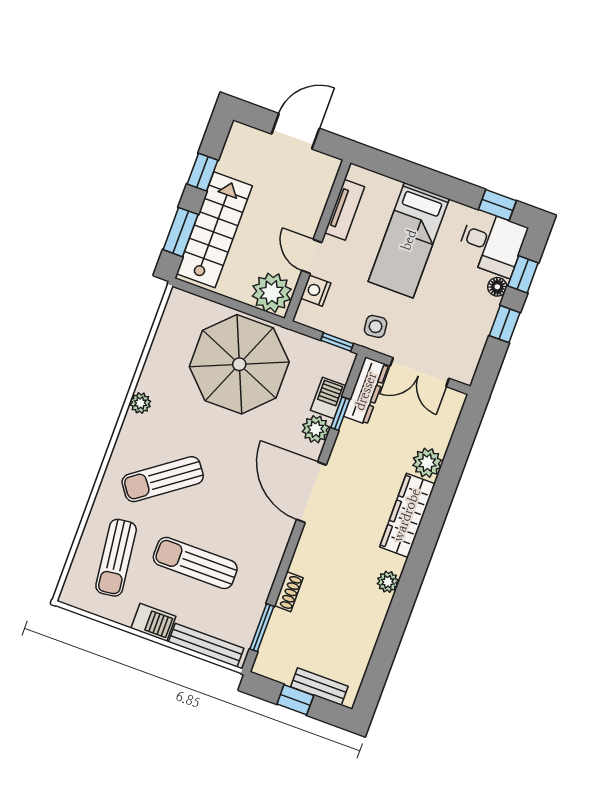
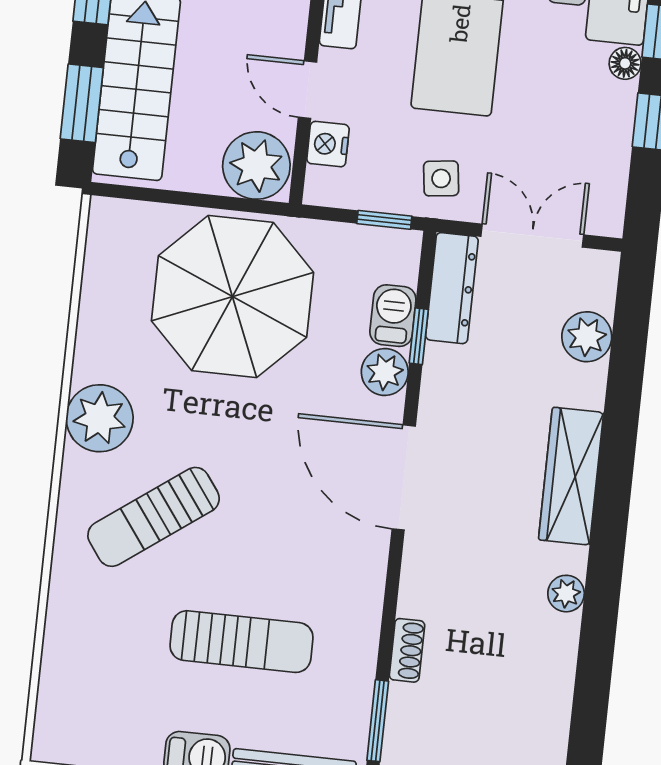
double door: (420, 372) -> (532, 236), swing flipped
plant: (140, 403) -> (100, 418), width x1.88, depth x1.88
plant: (427, 463) -> (587, 337), moved
sun lounger: (116, 558) -> (109, 665), removed
sun lounger: (195, 563) -> (242, 642), turned 180

